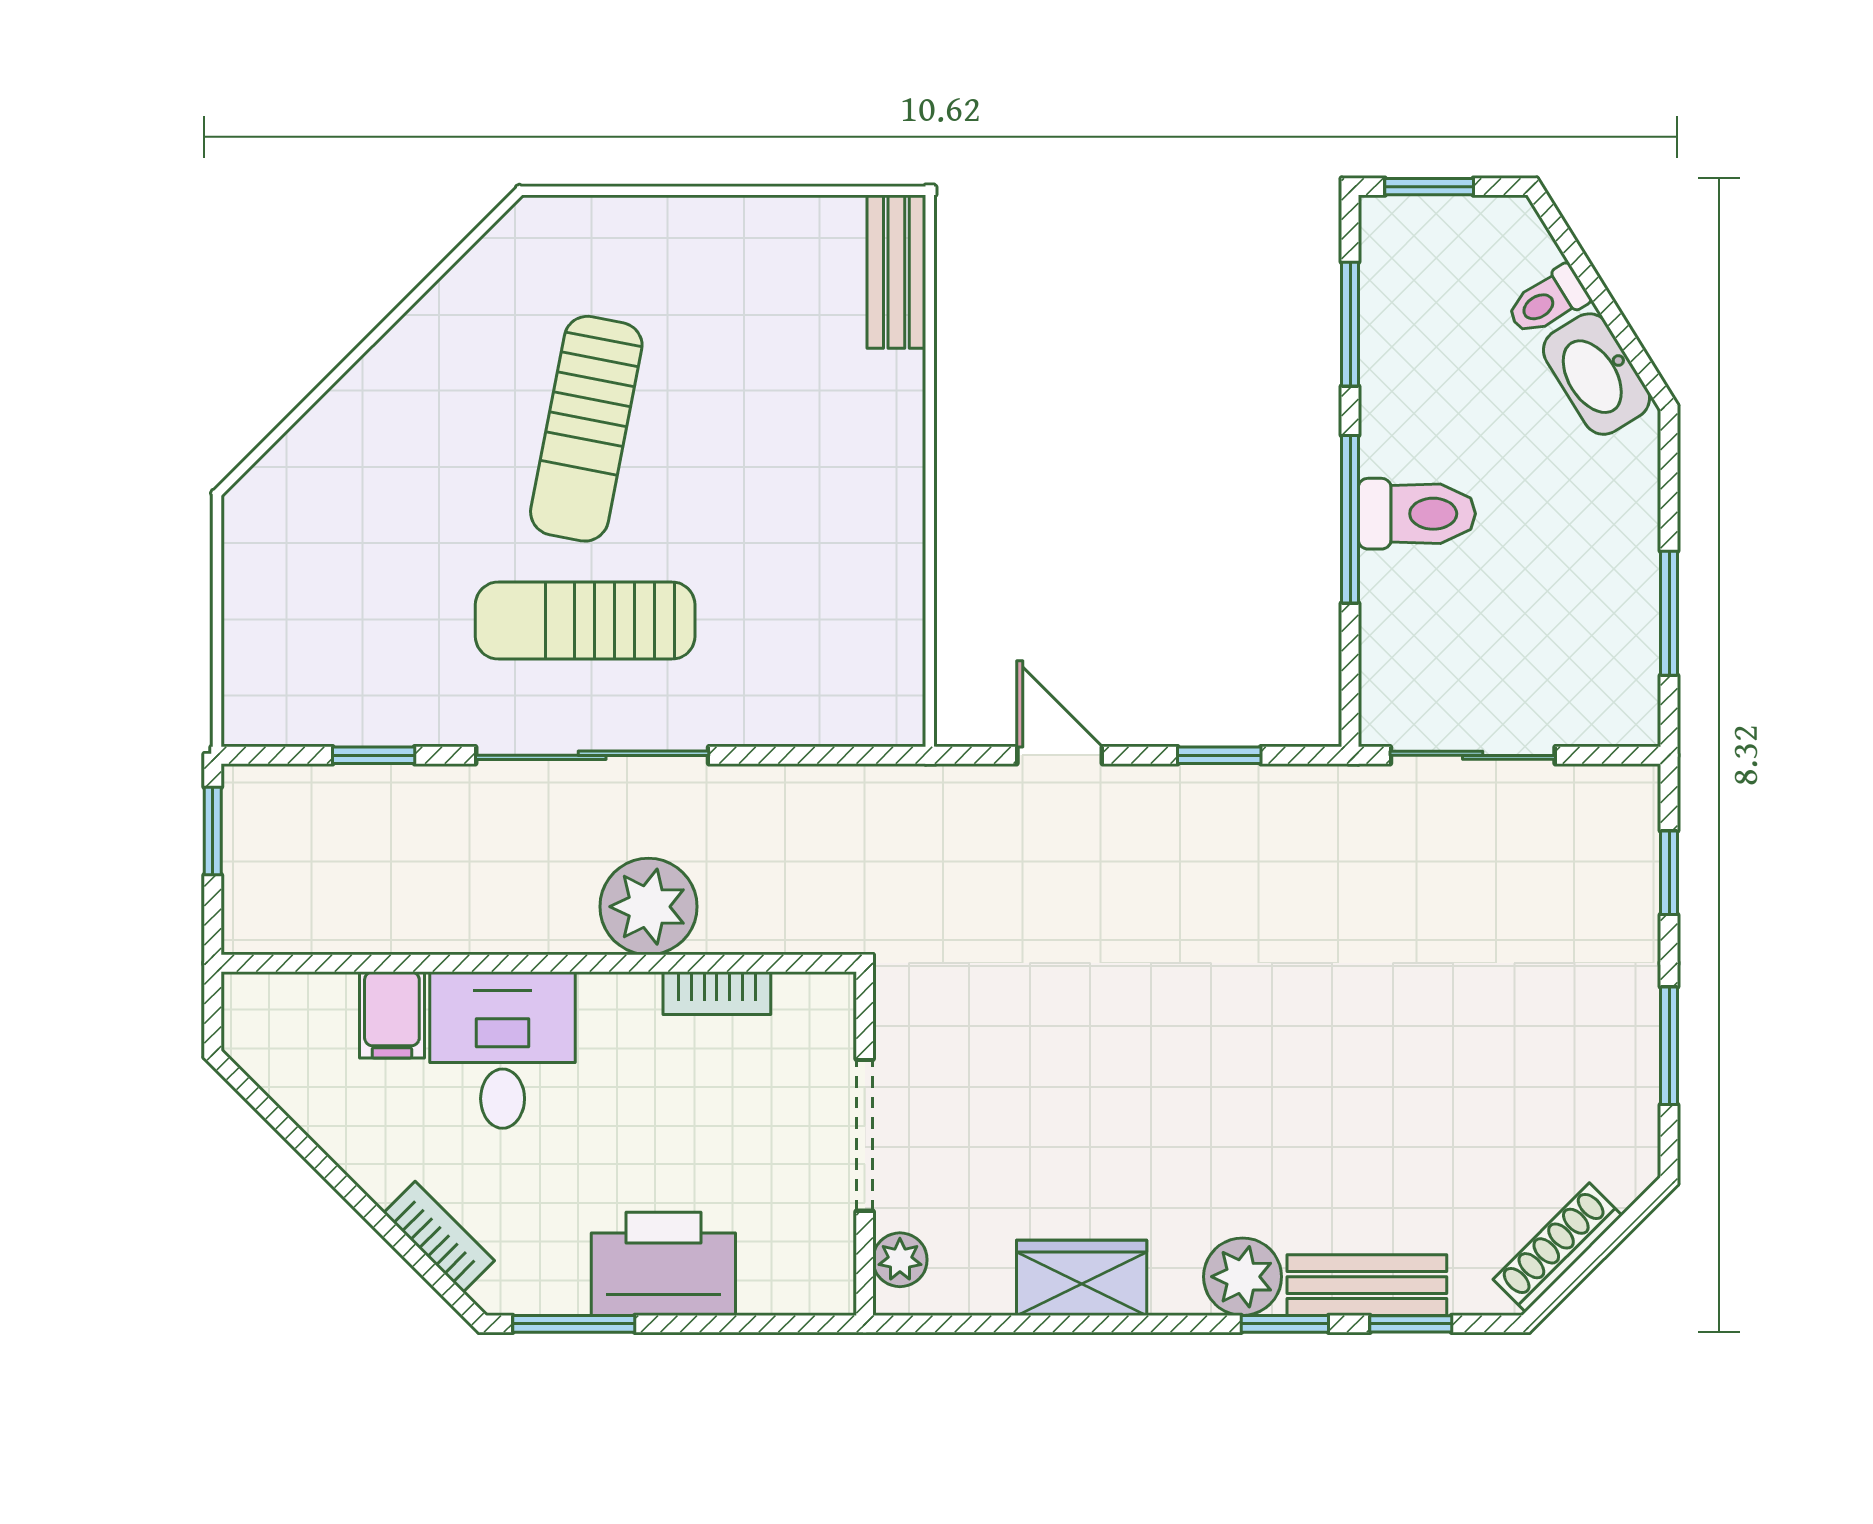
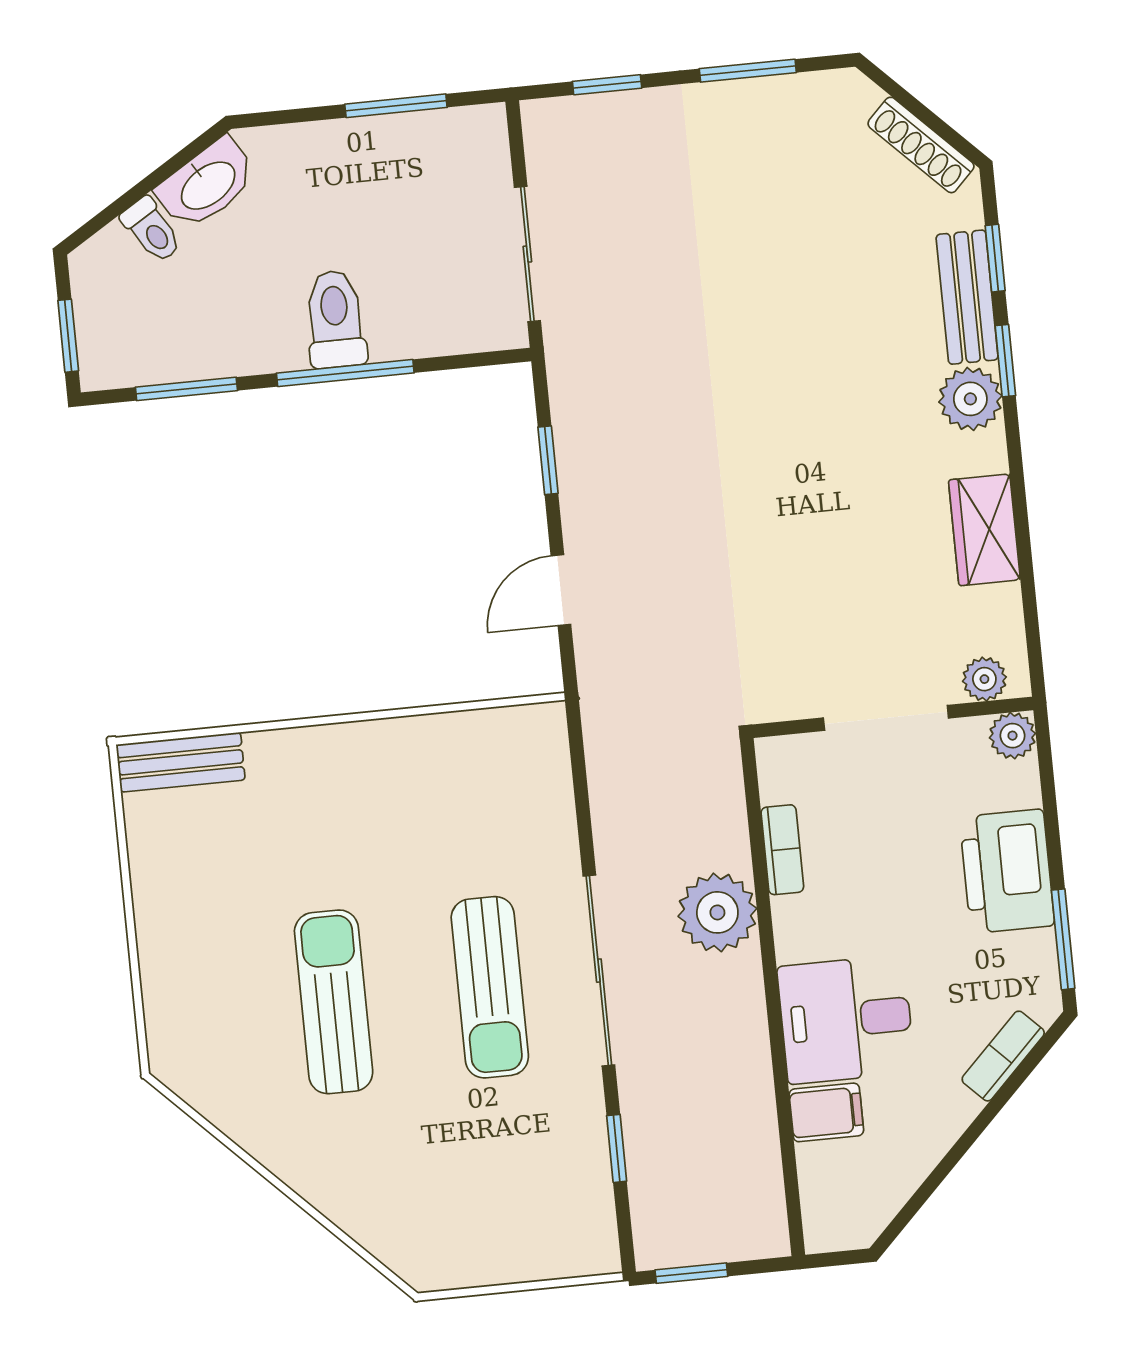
sun lounger: (586, 429) -> (334, 1002), turned -101
plant: (828, 1287) -> (1012, 736), added

